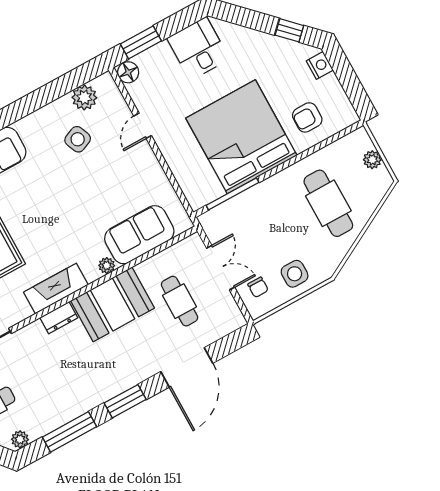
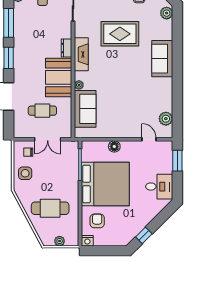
nightstand: (320, 65) -> (87, 241), moved
floor lamp: (128, 72) -> (114, 146), moved
door: (143, 126) -> (149, 139), moved
side table: (78, 139) -> (147, 104), removed

